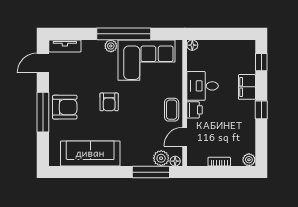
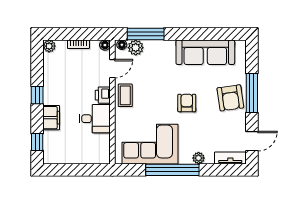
floor lamp: (192, 45) -> (105, 45), moved
plant: (111, 46) -> (199, 158), moved
armchair: (65, 107) -> (230, 98), turned -98

